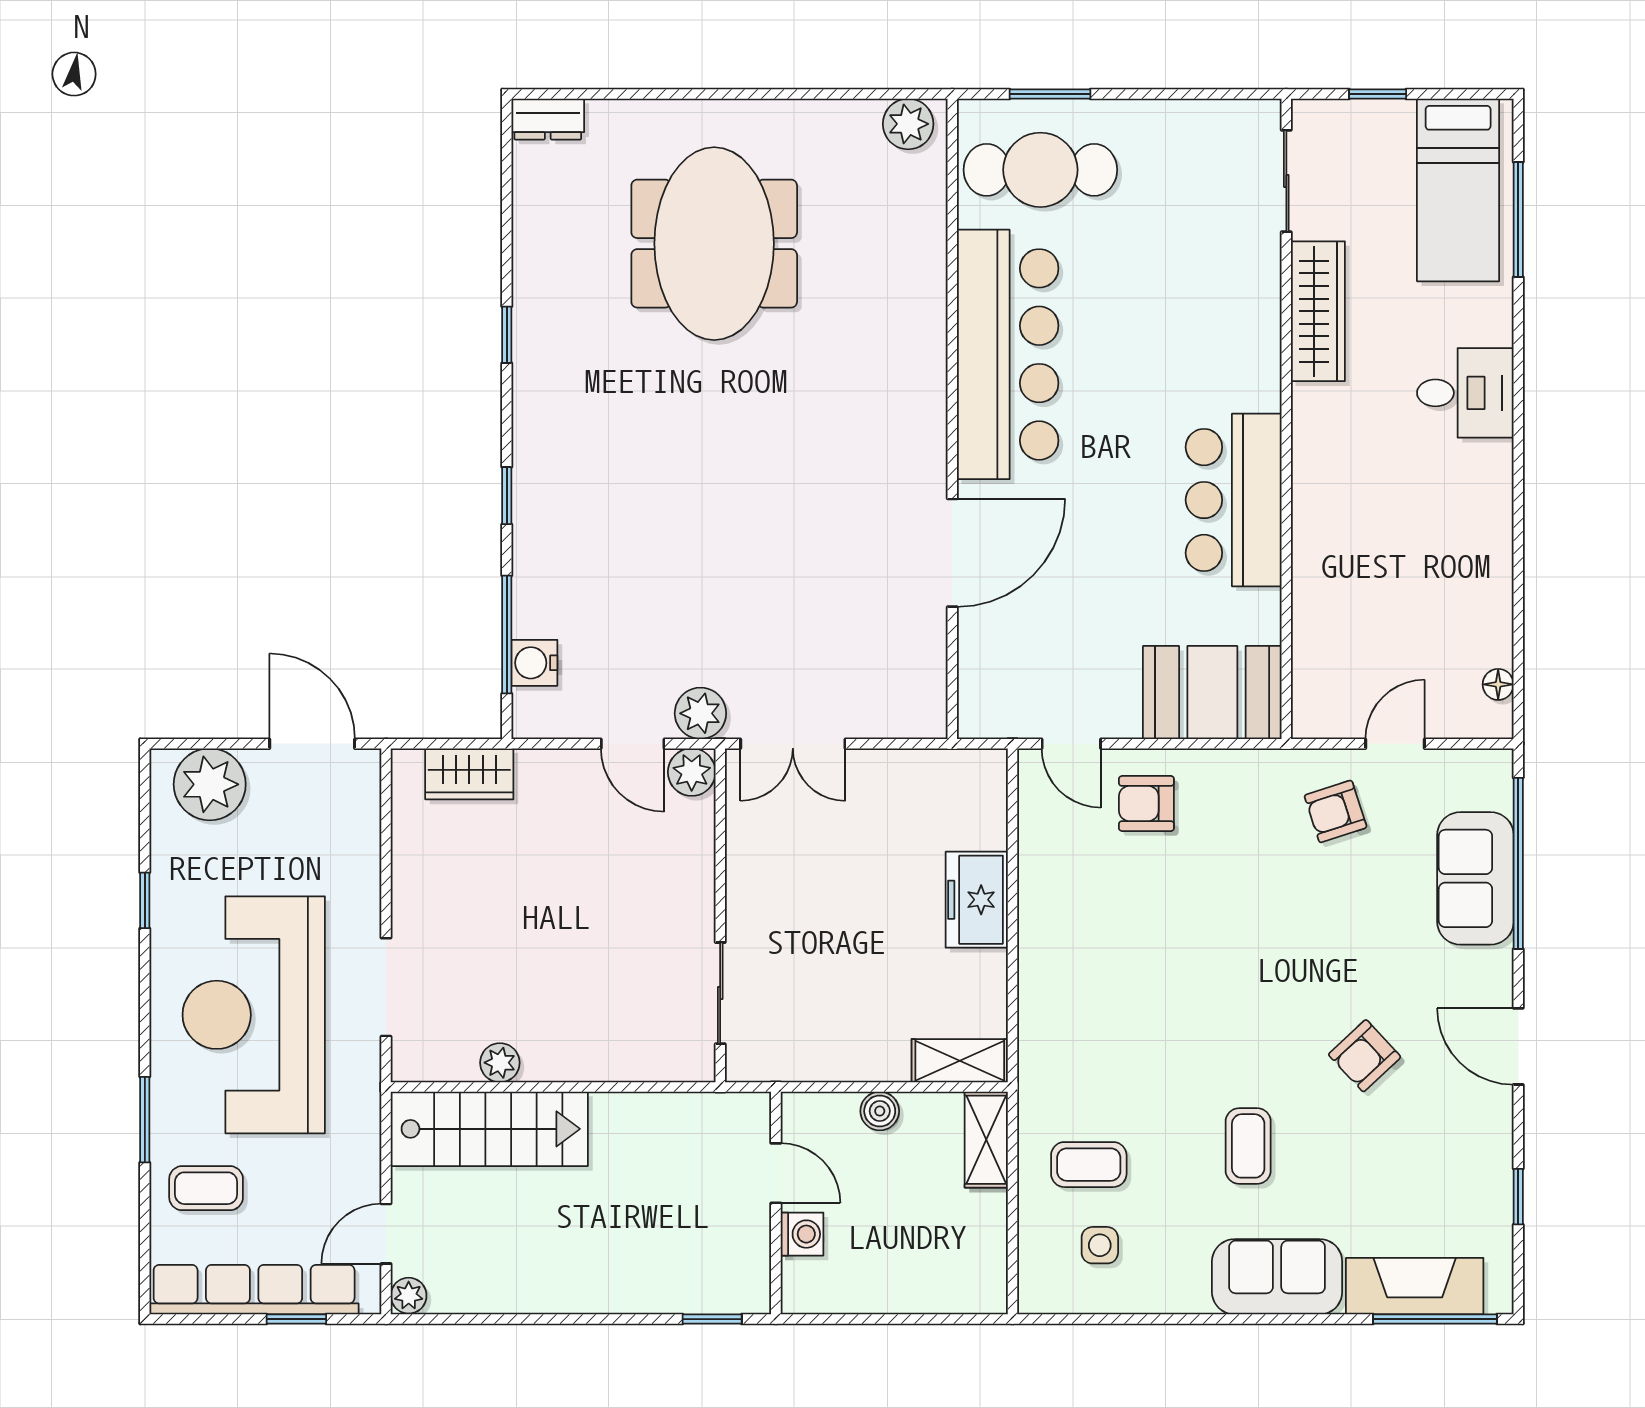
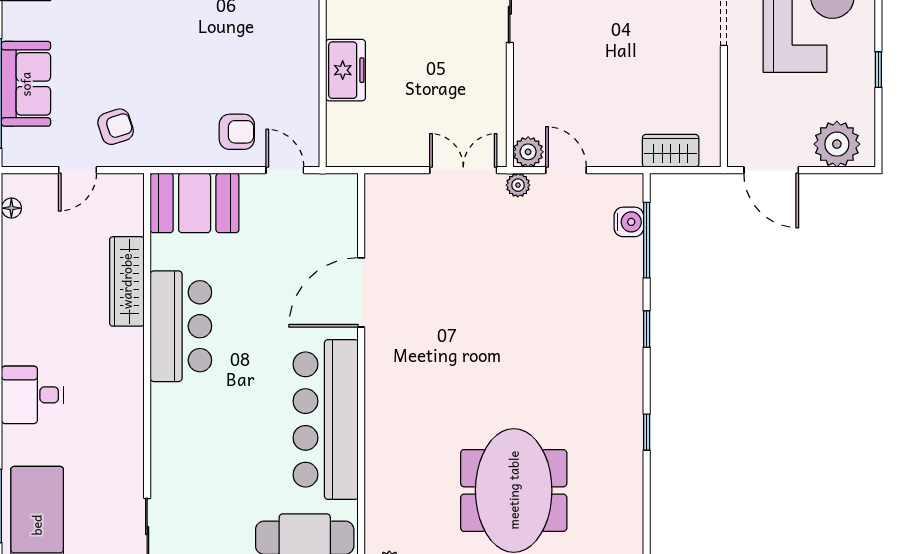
wardrobe: (1318, 311) -> (127, 281), moved
plant: (700, 713) -> (518, 185), width x0.73, depth x0.73

